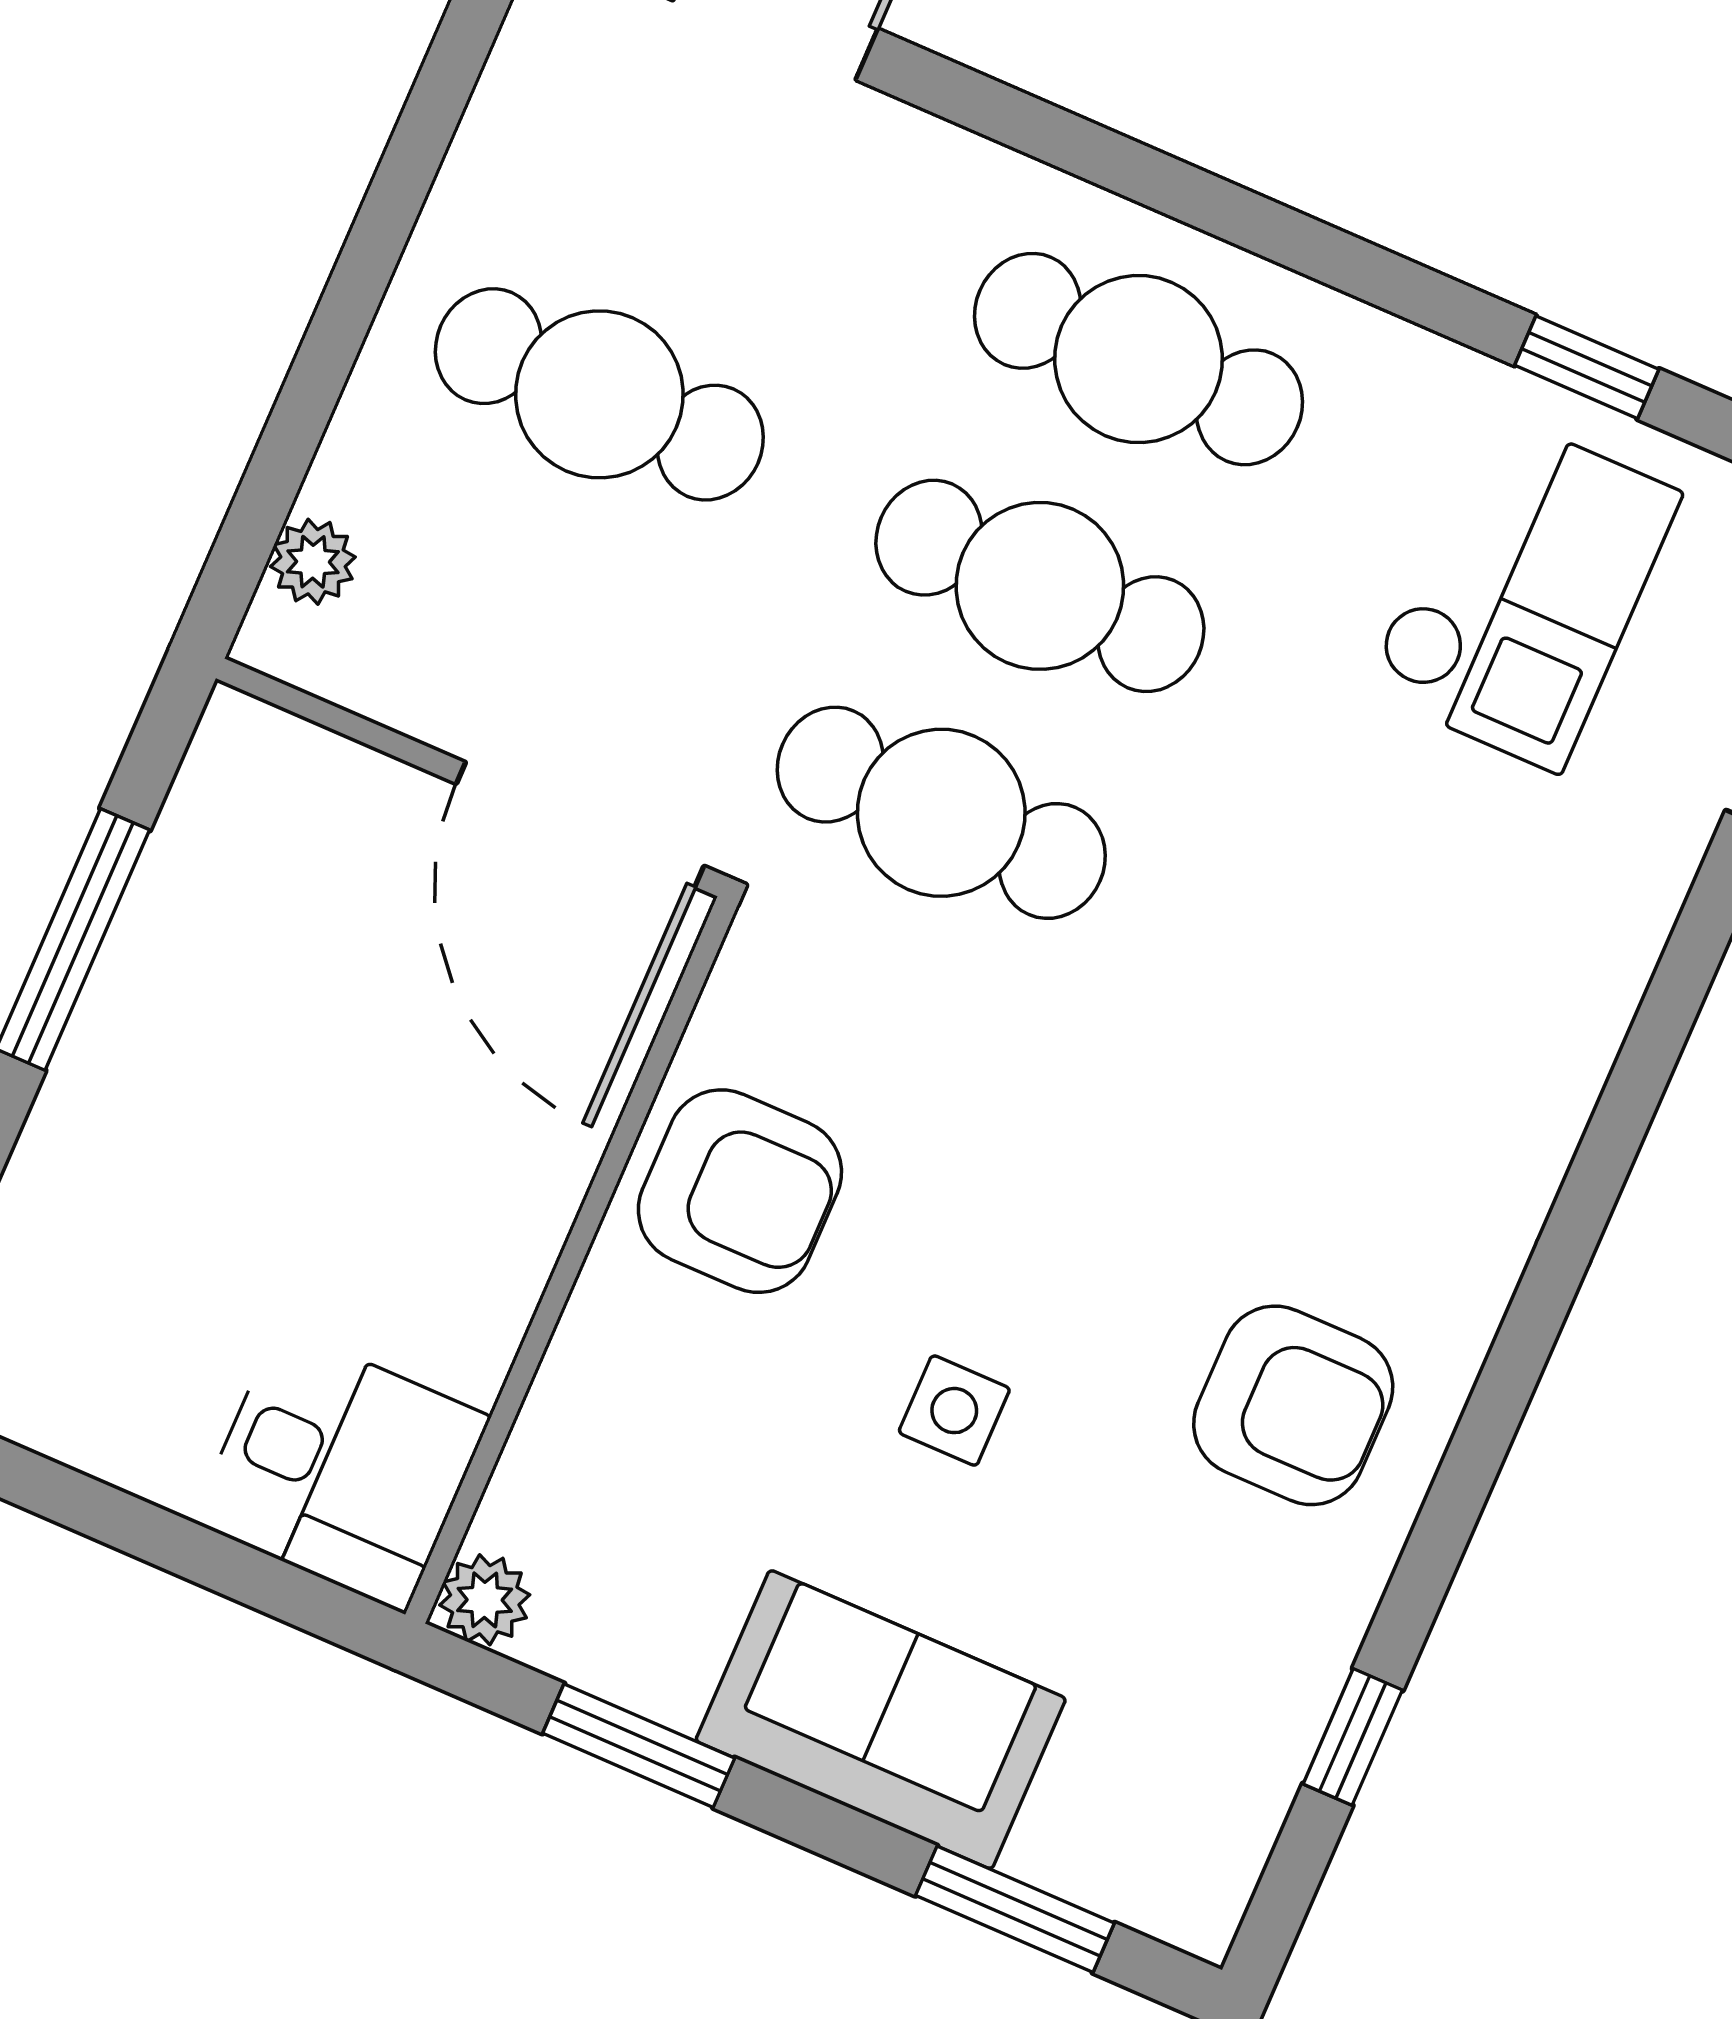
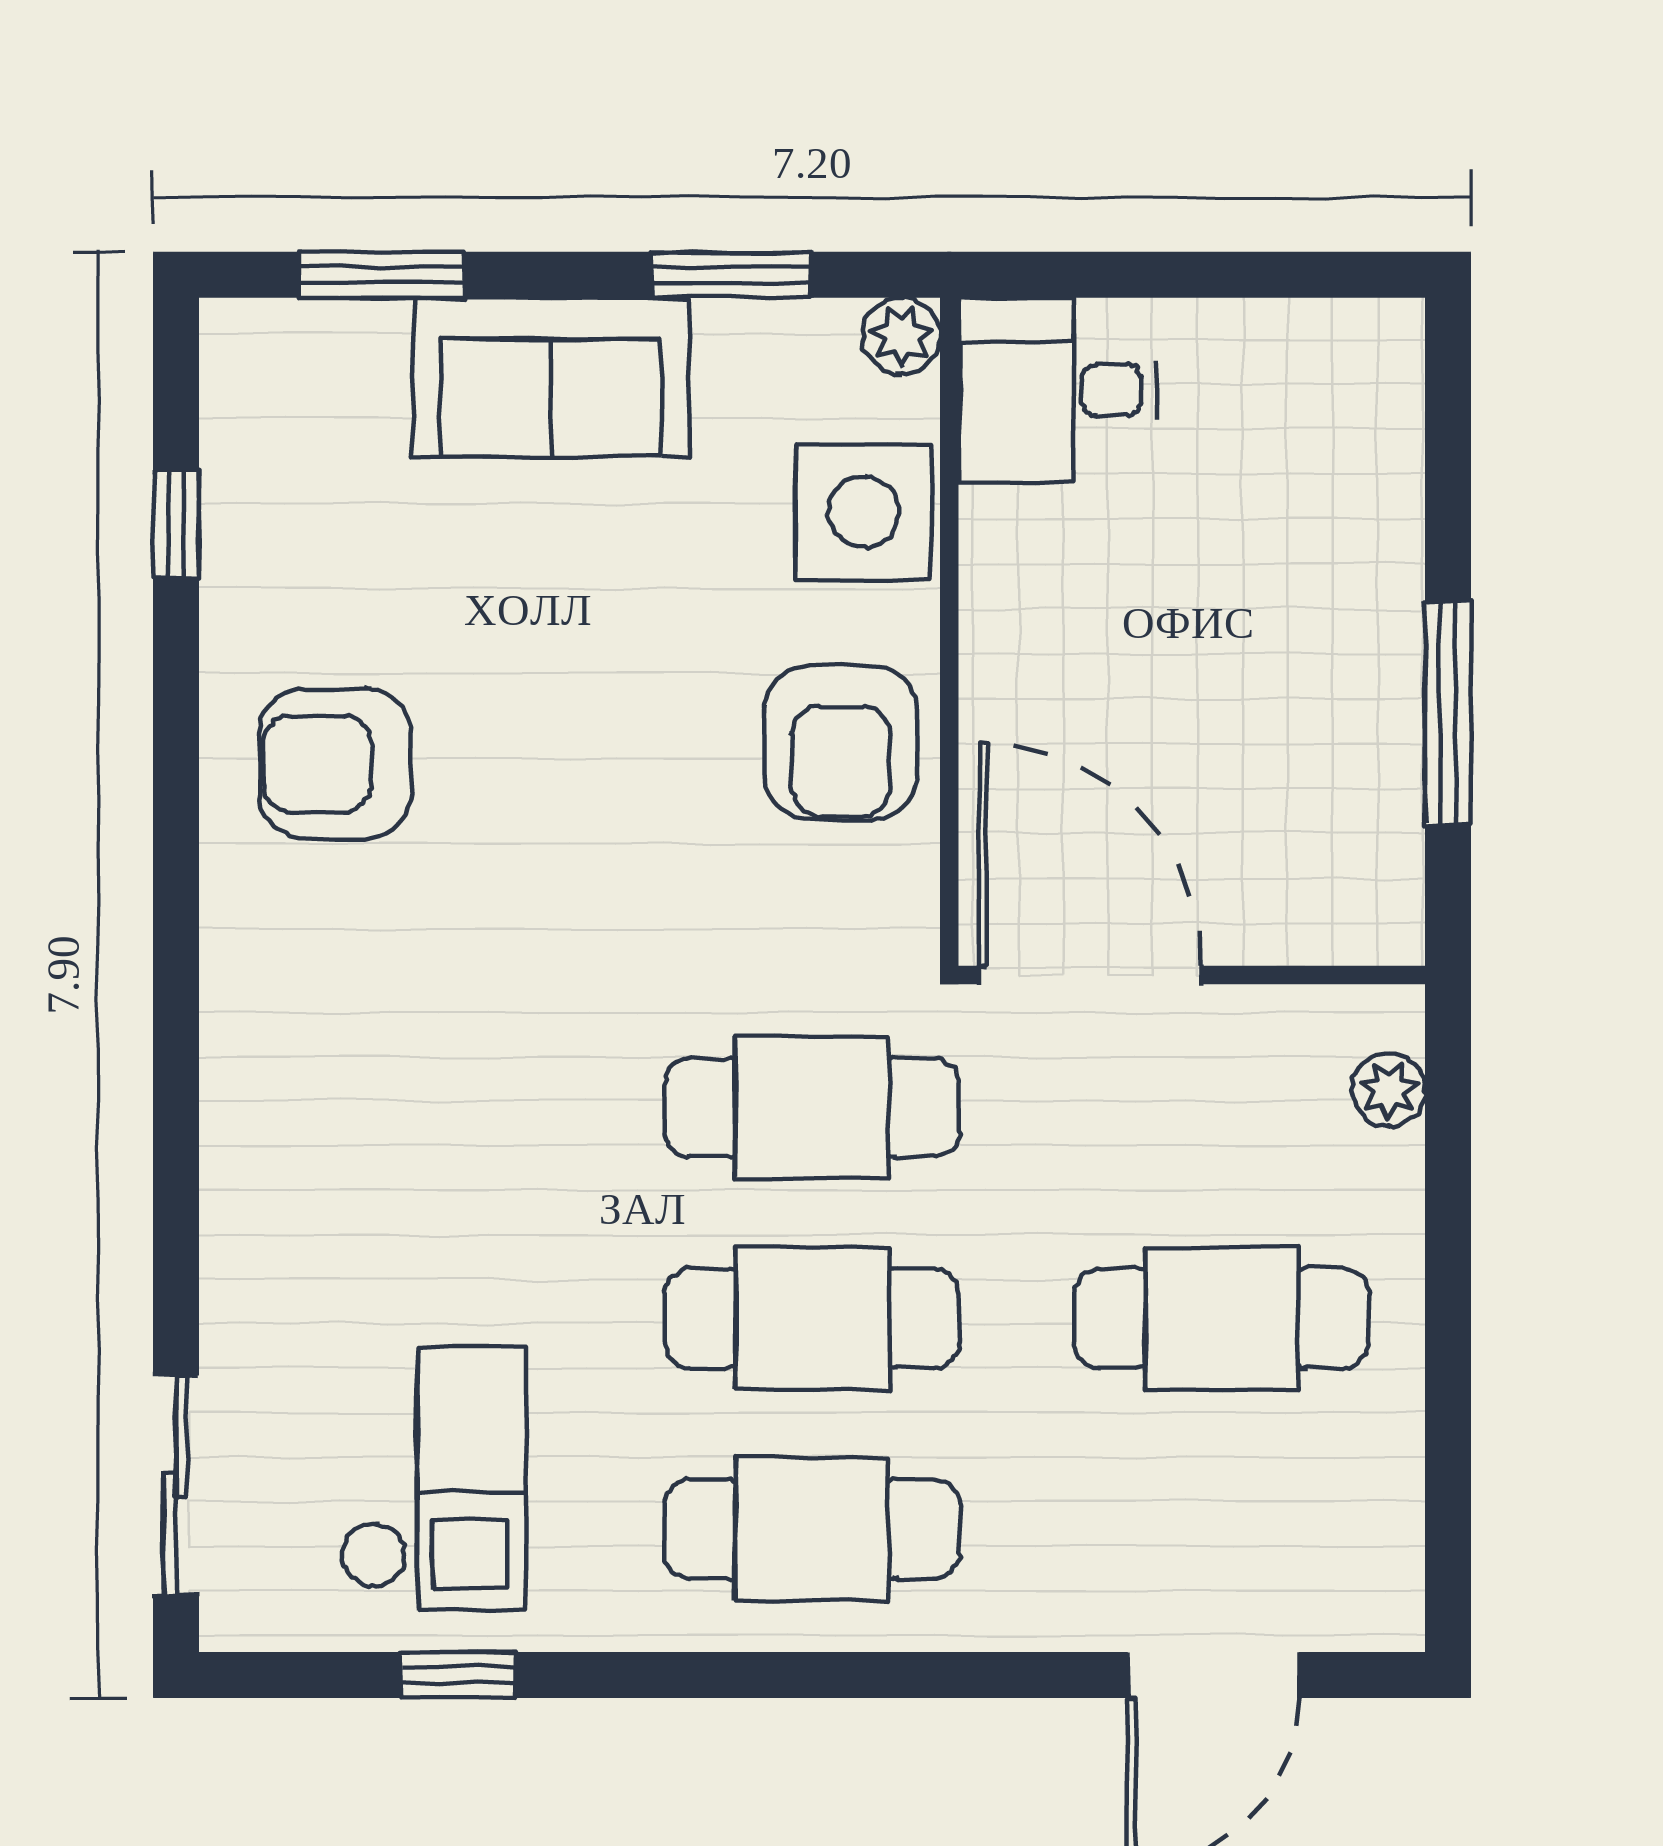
checkout: (1523, 591) -> (433, 1478), turned 180
armchair: (740, 1191) -> (841, 743), turned -90
side table: (954, 1411) -> (864, 512), moved, width x1.87, depth x1.87

